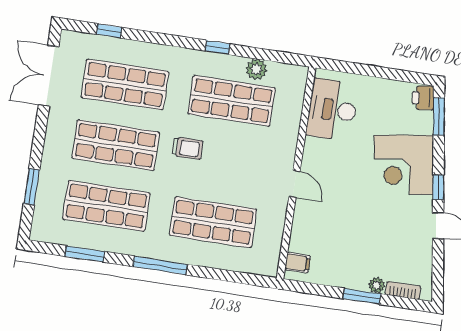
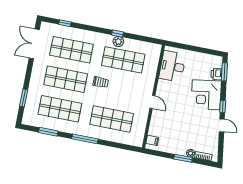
plant: (256, 69) -> (118, 42), moved
printer: (423, 98) -> (216, 74), moved

